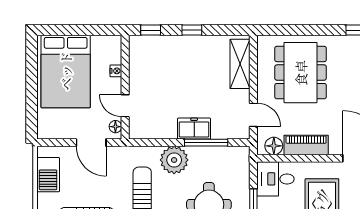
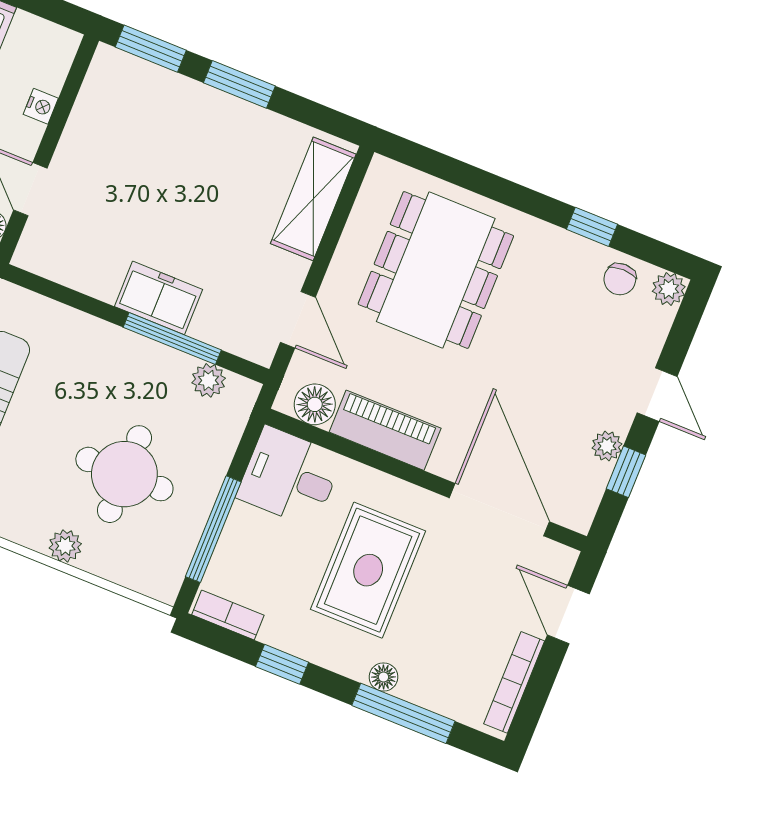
window: (151, 30) -> (151, 49), width x1.50
window: (192, 30) -> (239, 84), width x1.50
plant: (174, 160) -> (209, 380), moved, width x0.53, depth x0.53

